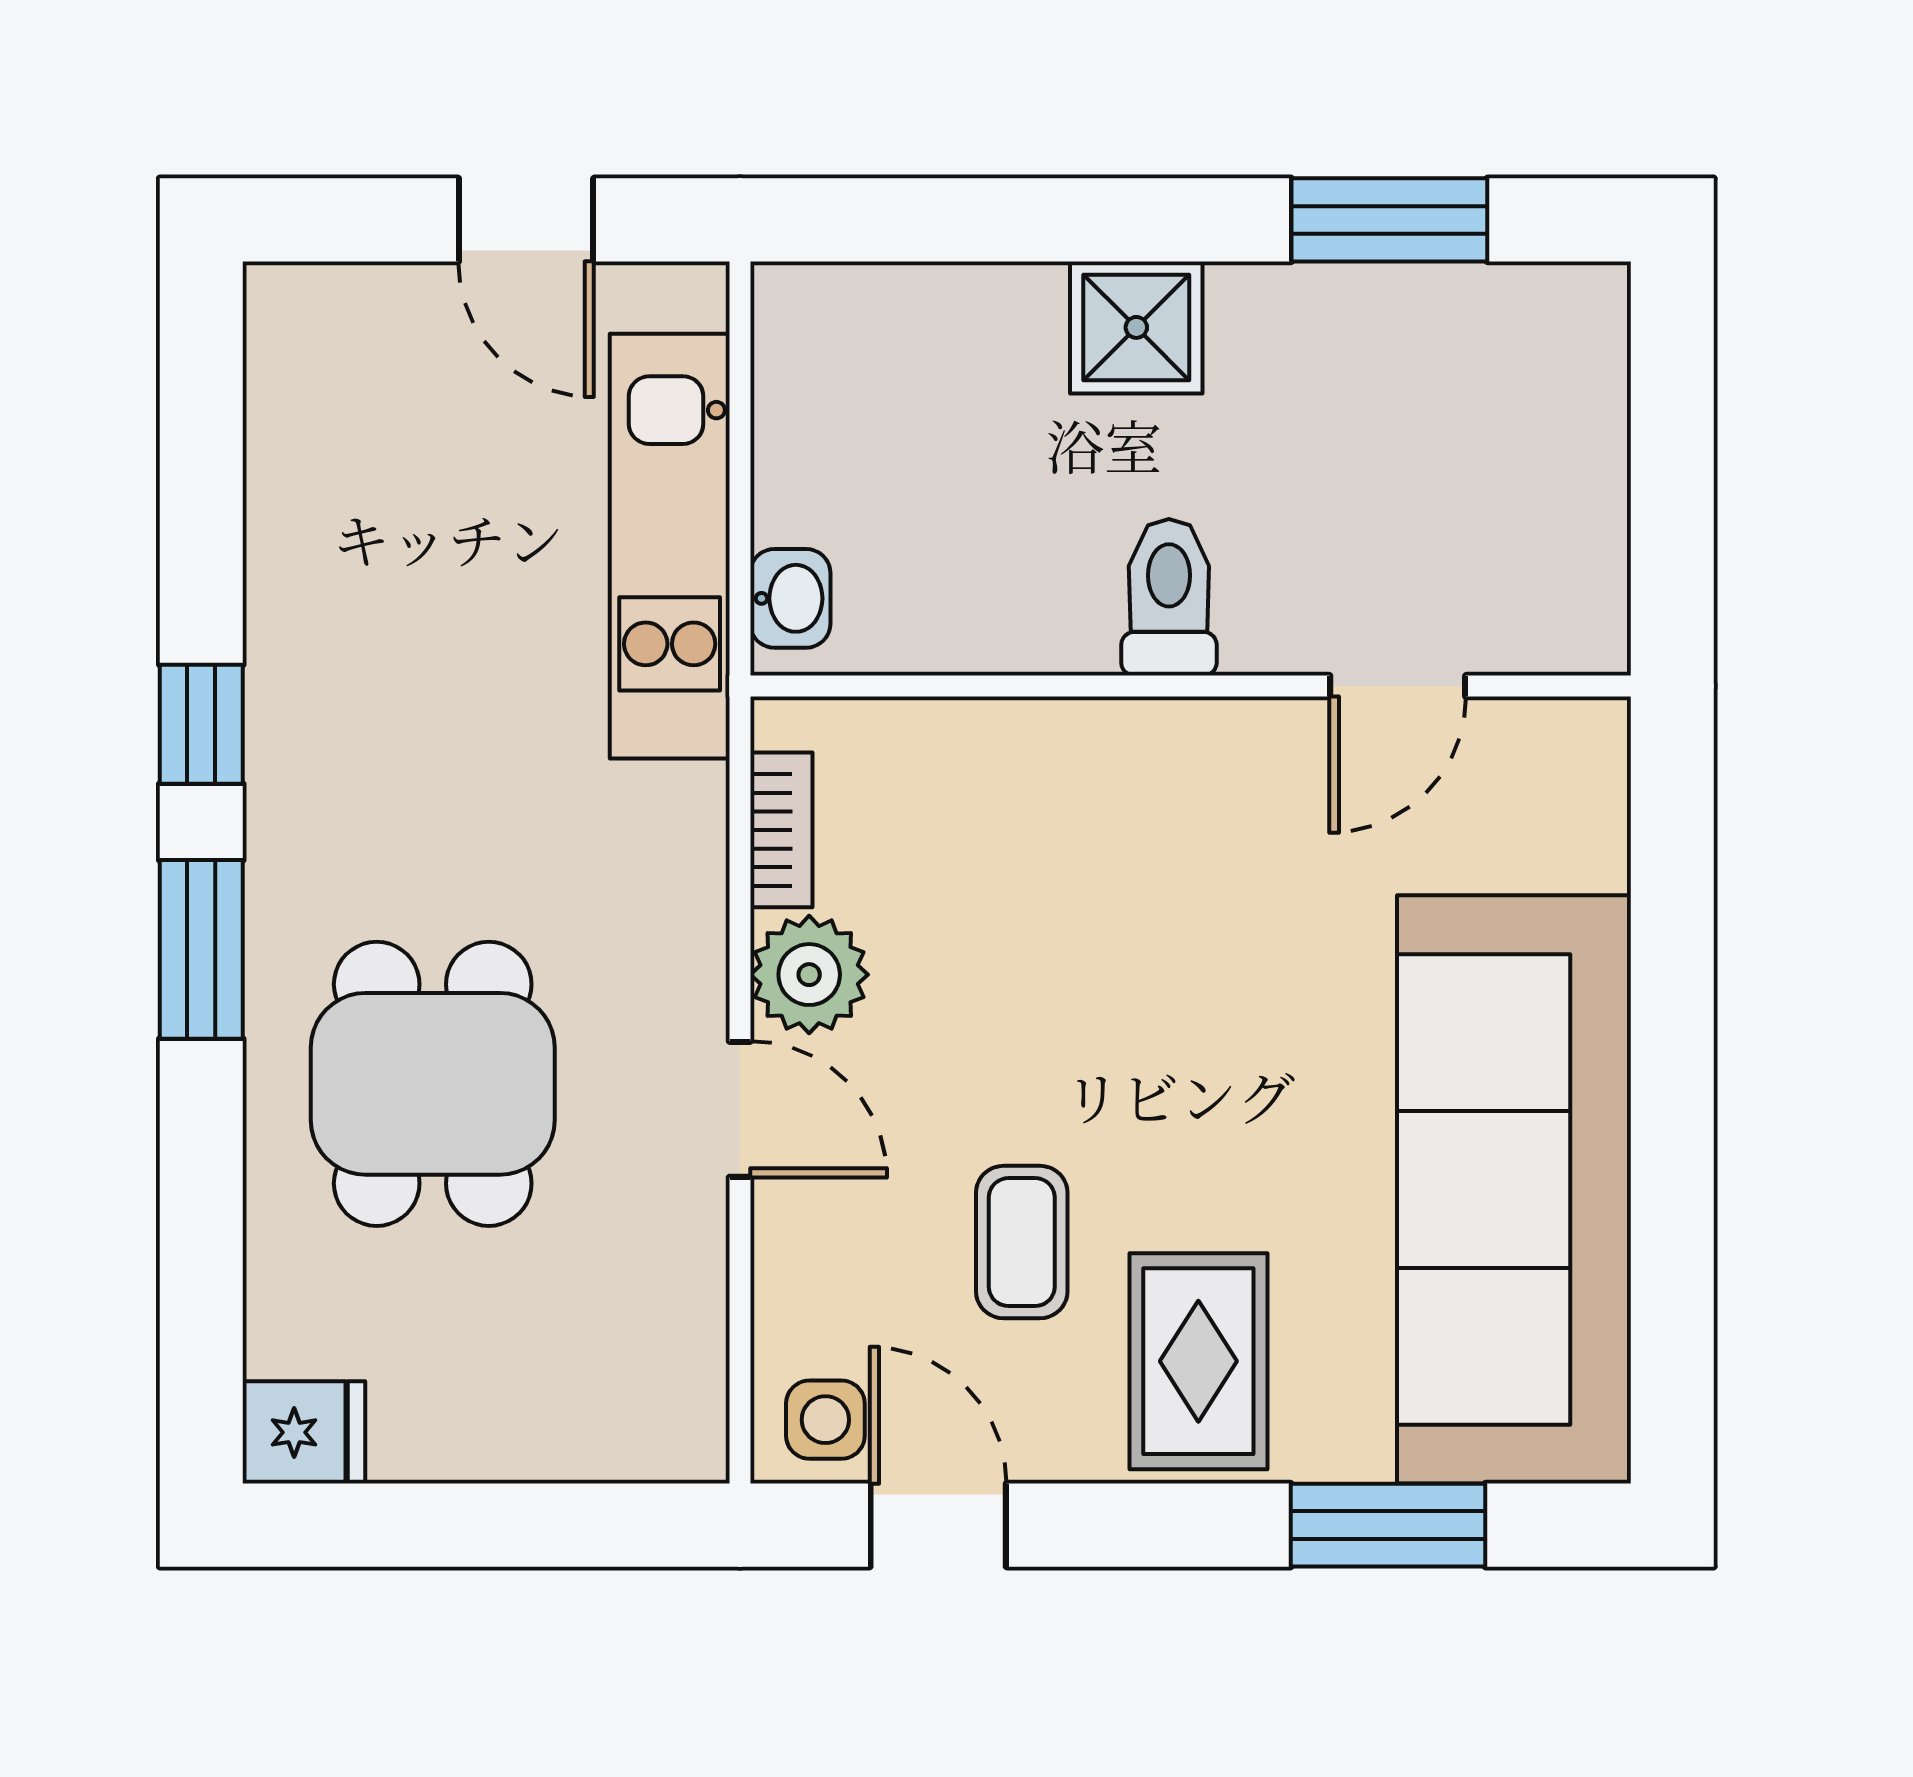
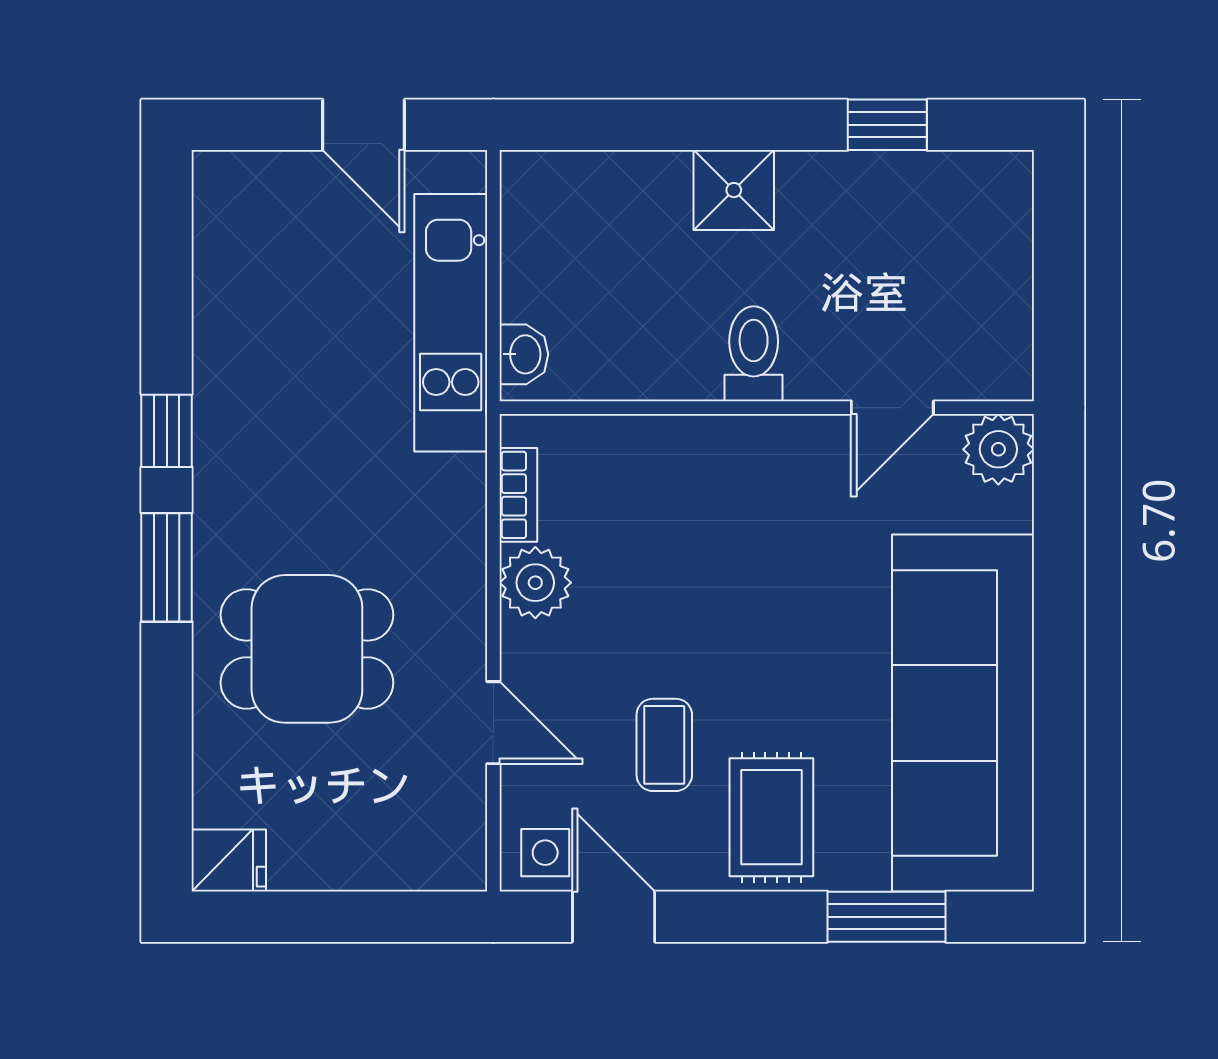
window: (1389, 220) -> (887, 125), width x0.67
plant: (1573, 755) -> (998, 449), added
dining table: (433, 1084) -> (307, 649), turned 90
door: (740, 1109) -> (493, 723), moved

